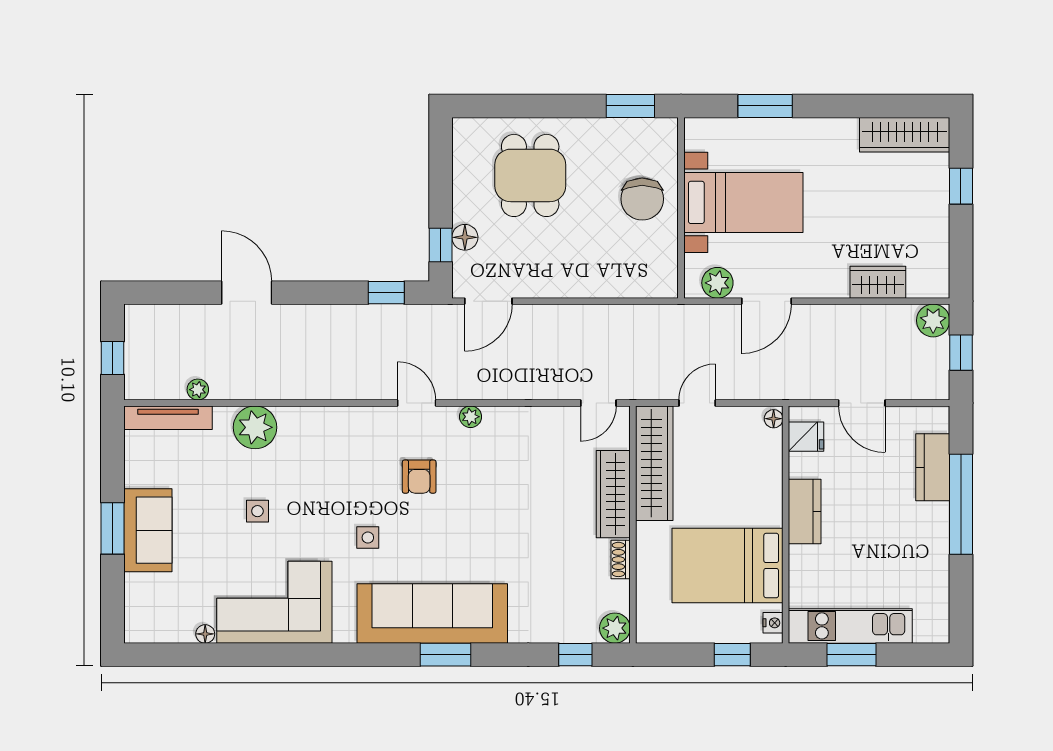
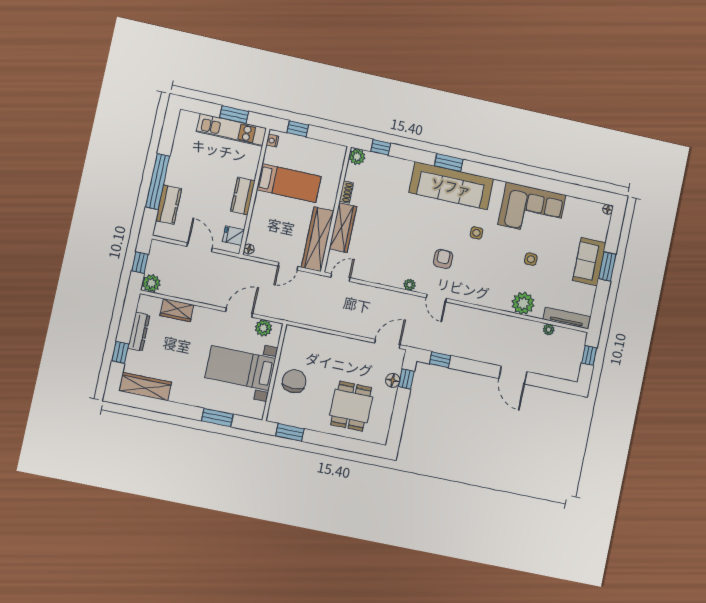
dresser: (936, 230) -> (139, 332), added
bed: (727, 566) -> (289, 183), width x0.67
floor lamp: (205, 634) -> (608, 209), moved

